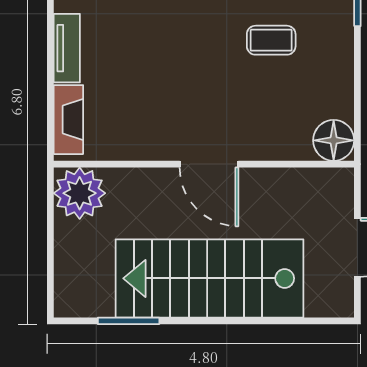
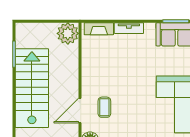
coffee table: (271, 40) -> (104, 107), moved
door: (209, 164) -> (80, 110), moved

